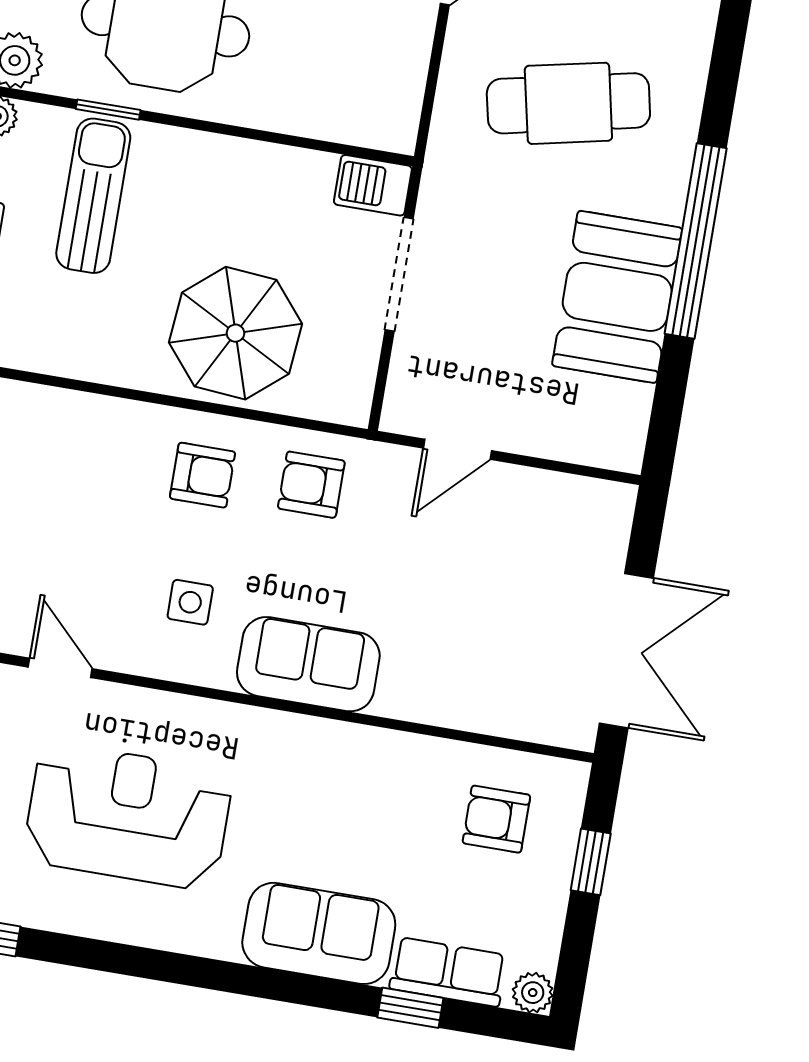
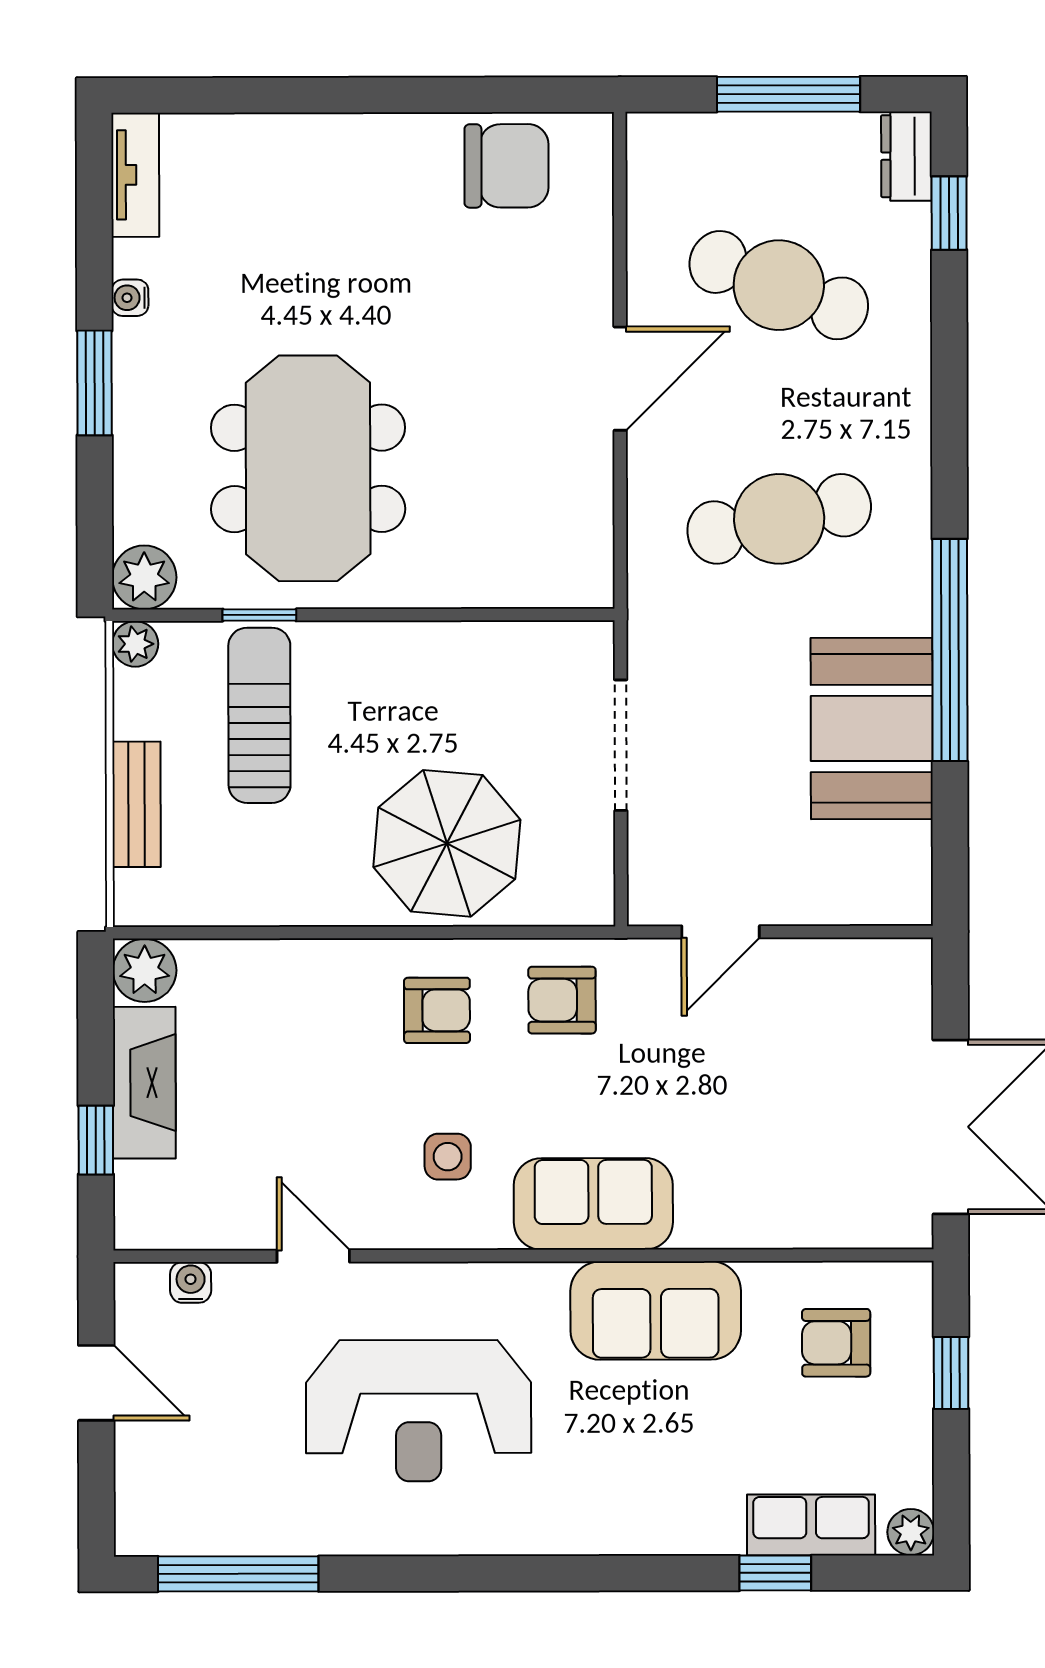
barbecue: (373, 185) -> (574, 649), removed
reception desk: (128, 816) -> (419, 1411), turned 180
sofa: (319, 933) -> (656, 1311), moved, turned 180

